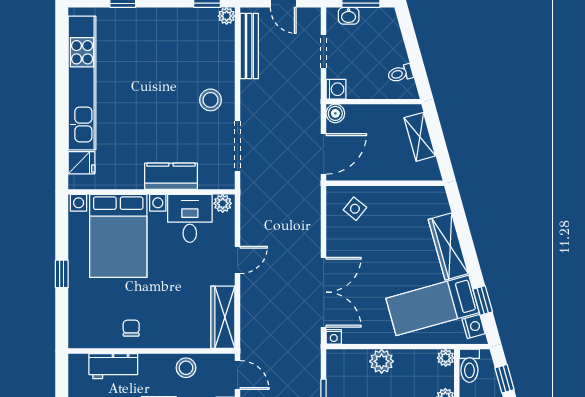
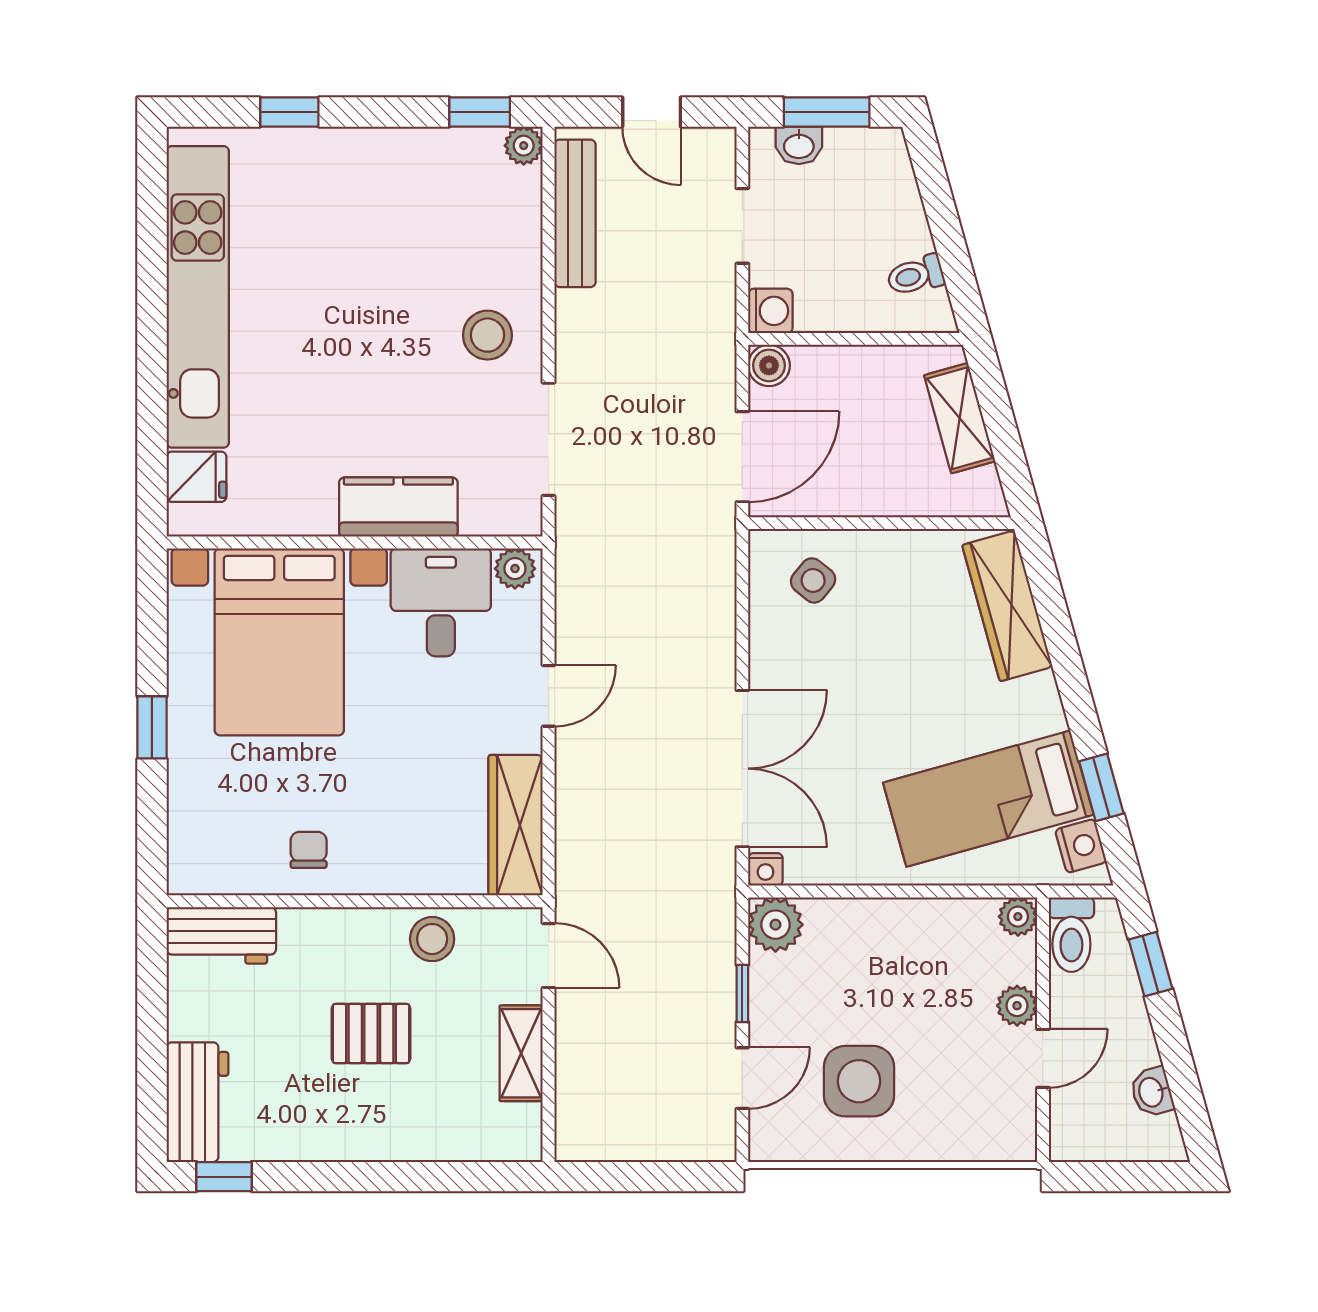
wardrobe: (448, 246) -> (1007, 606), moved
plant: (382, 361) -> (775, 925), moved
workbench: (113, 366) -> (221, 935), moved

